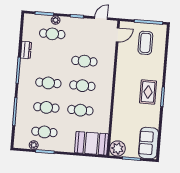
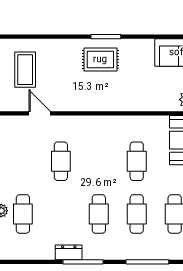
door: (118, 35) -> (40, 113), moved
coffee table: (145, 43) -> (25, 70), turned 90
dresser: (26, 50) -> (69, 252), moved
cafe table: (82, 86) -> (99, 161), removed

